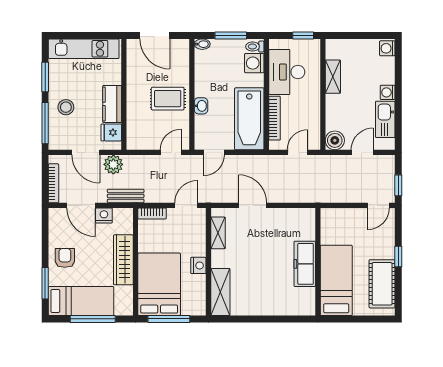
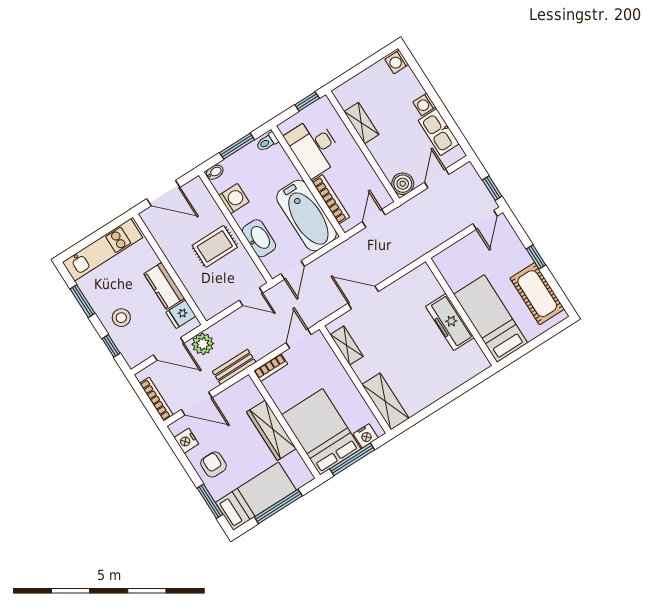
washing machine: (254, 63) -> (234, 199), moved, turned 180
washbasin: (201, 106) -> (259, 238), width x1.91, depth x1.45
window: (45, 123) -> (111, 346), width x0.46
door: (171, 152) -> (251, 297), swing flipped
nightstand: (104, 216) -> (186, 441), moved, turned -90
nightstand: (198, 265) -> (366, 436), moved, turned 90

